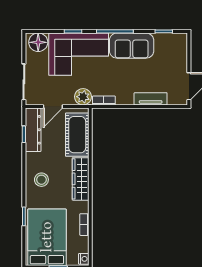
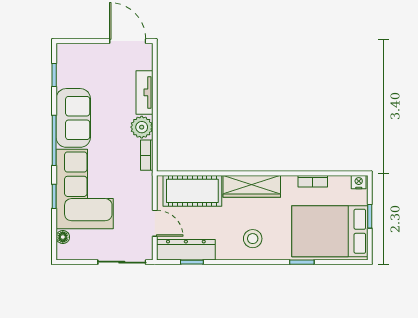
floor lamp: (38, 42) -> (63, 237), width x0.53, depth x0.53
plant: (83, 97) -> (142, 127), moved

